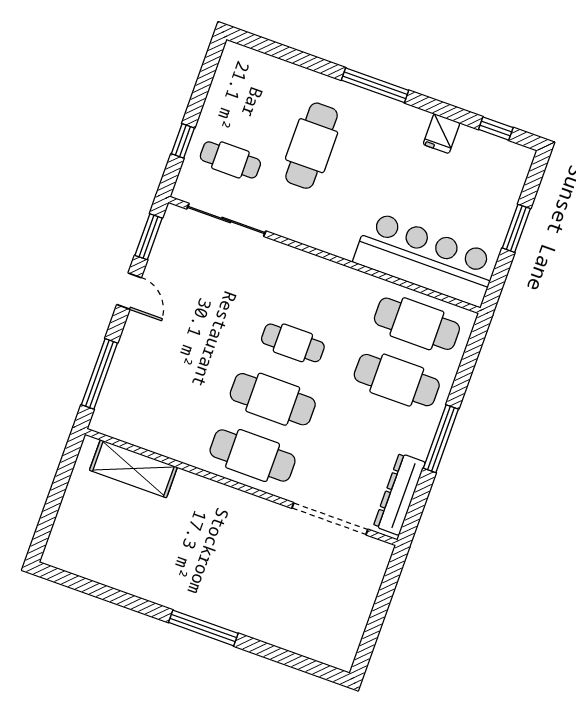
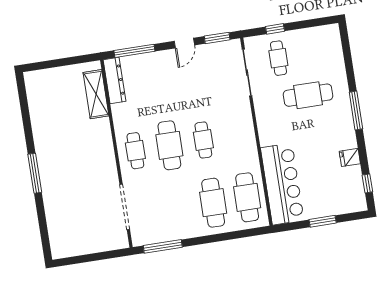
window: (441, 439) -> (163, 246), moved
cafe table: (253, 456) -> (135, 151), width x0.73, depth x0.74
dresser: (399, 494) -> (115, 81), moved, turned 90

